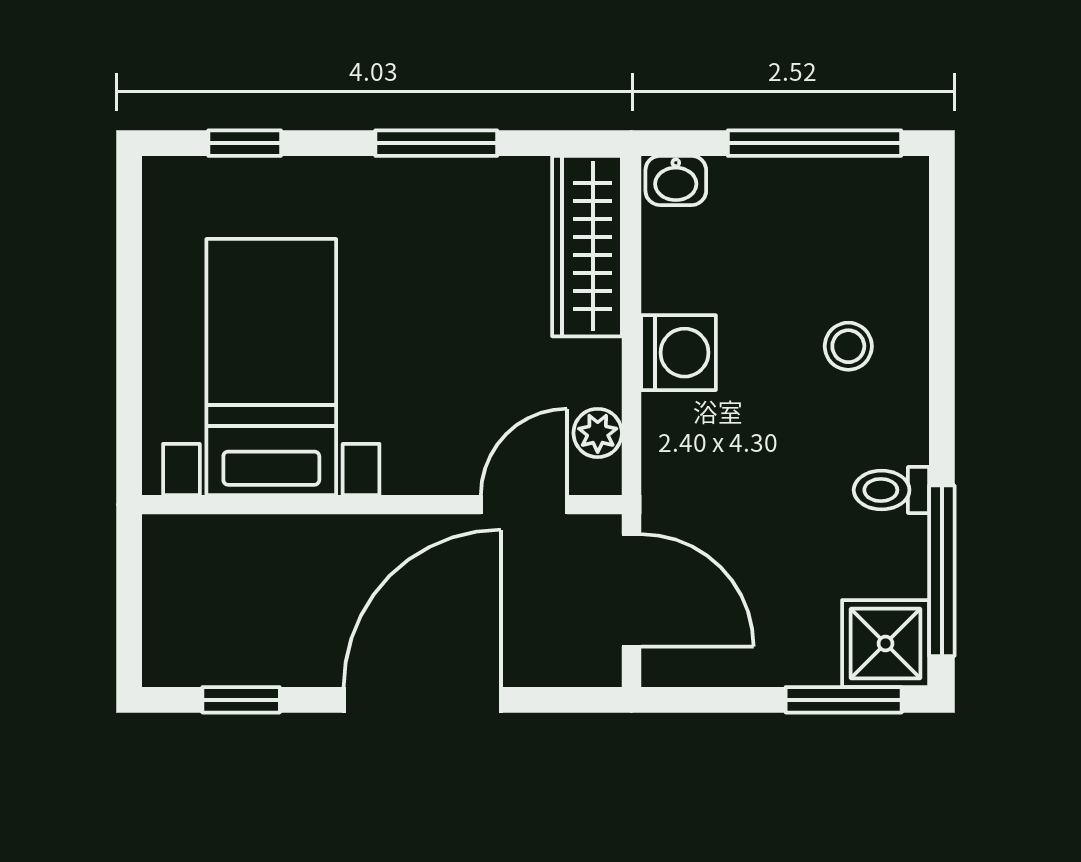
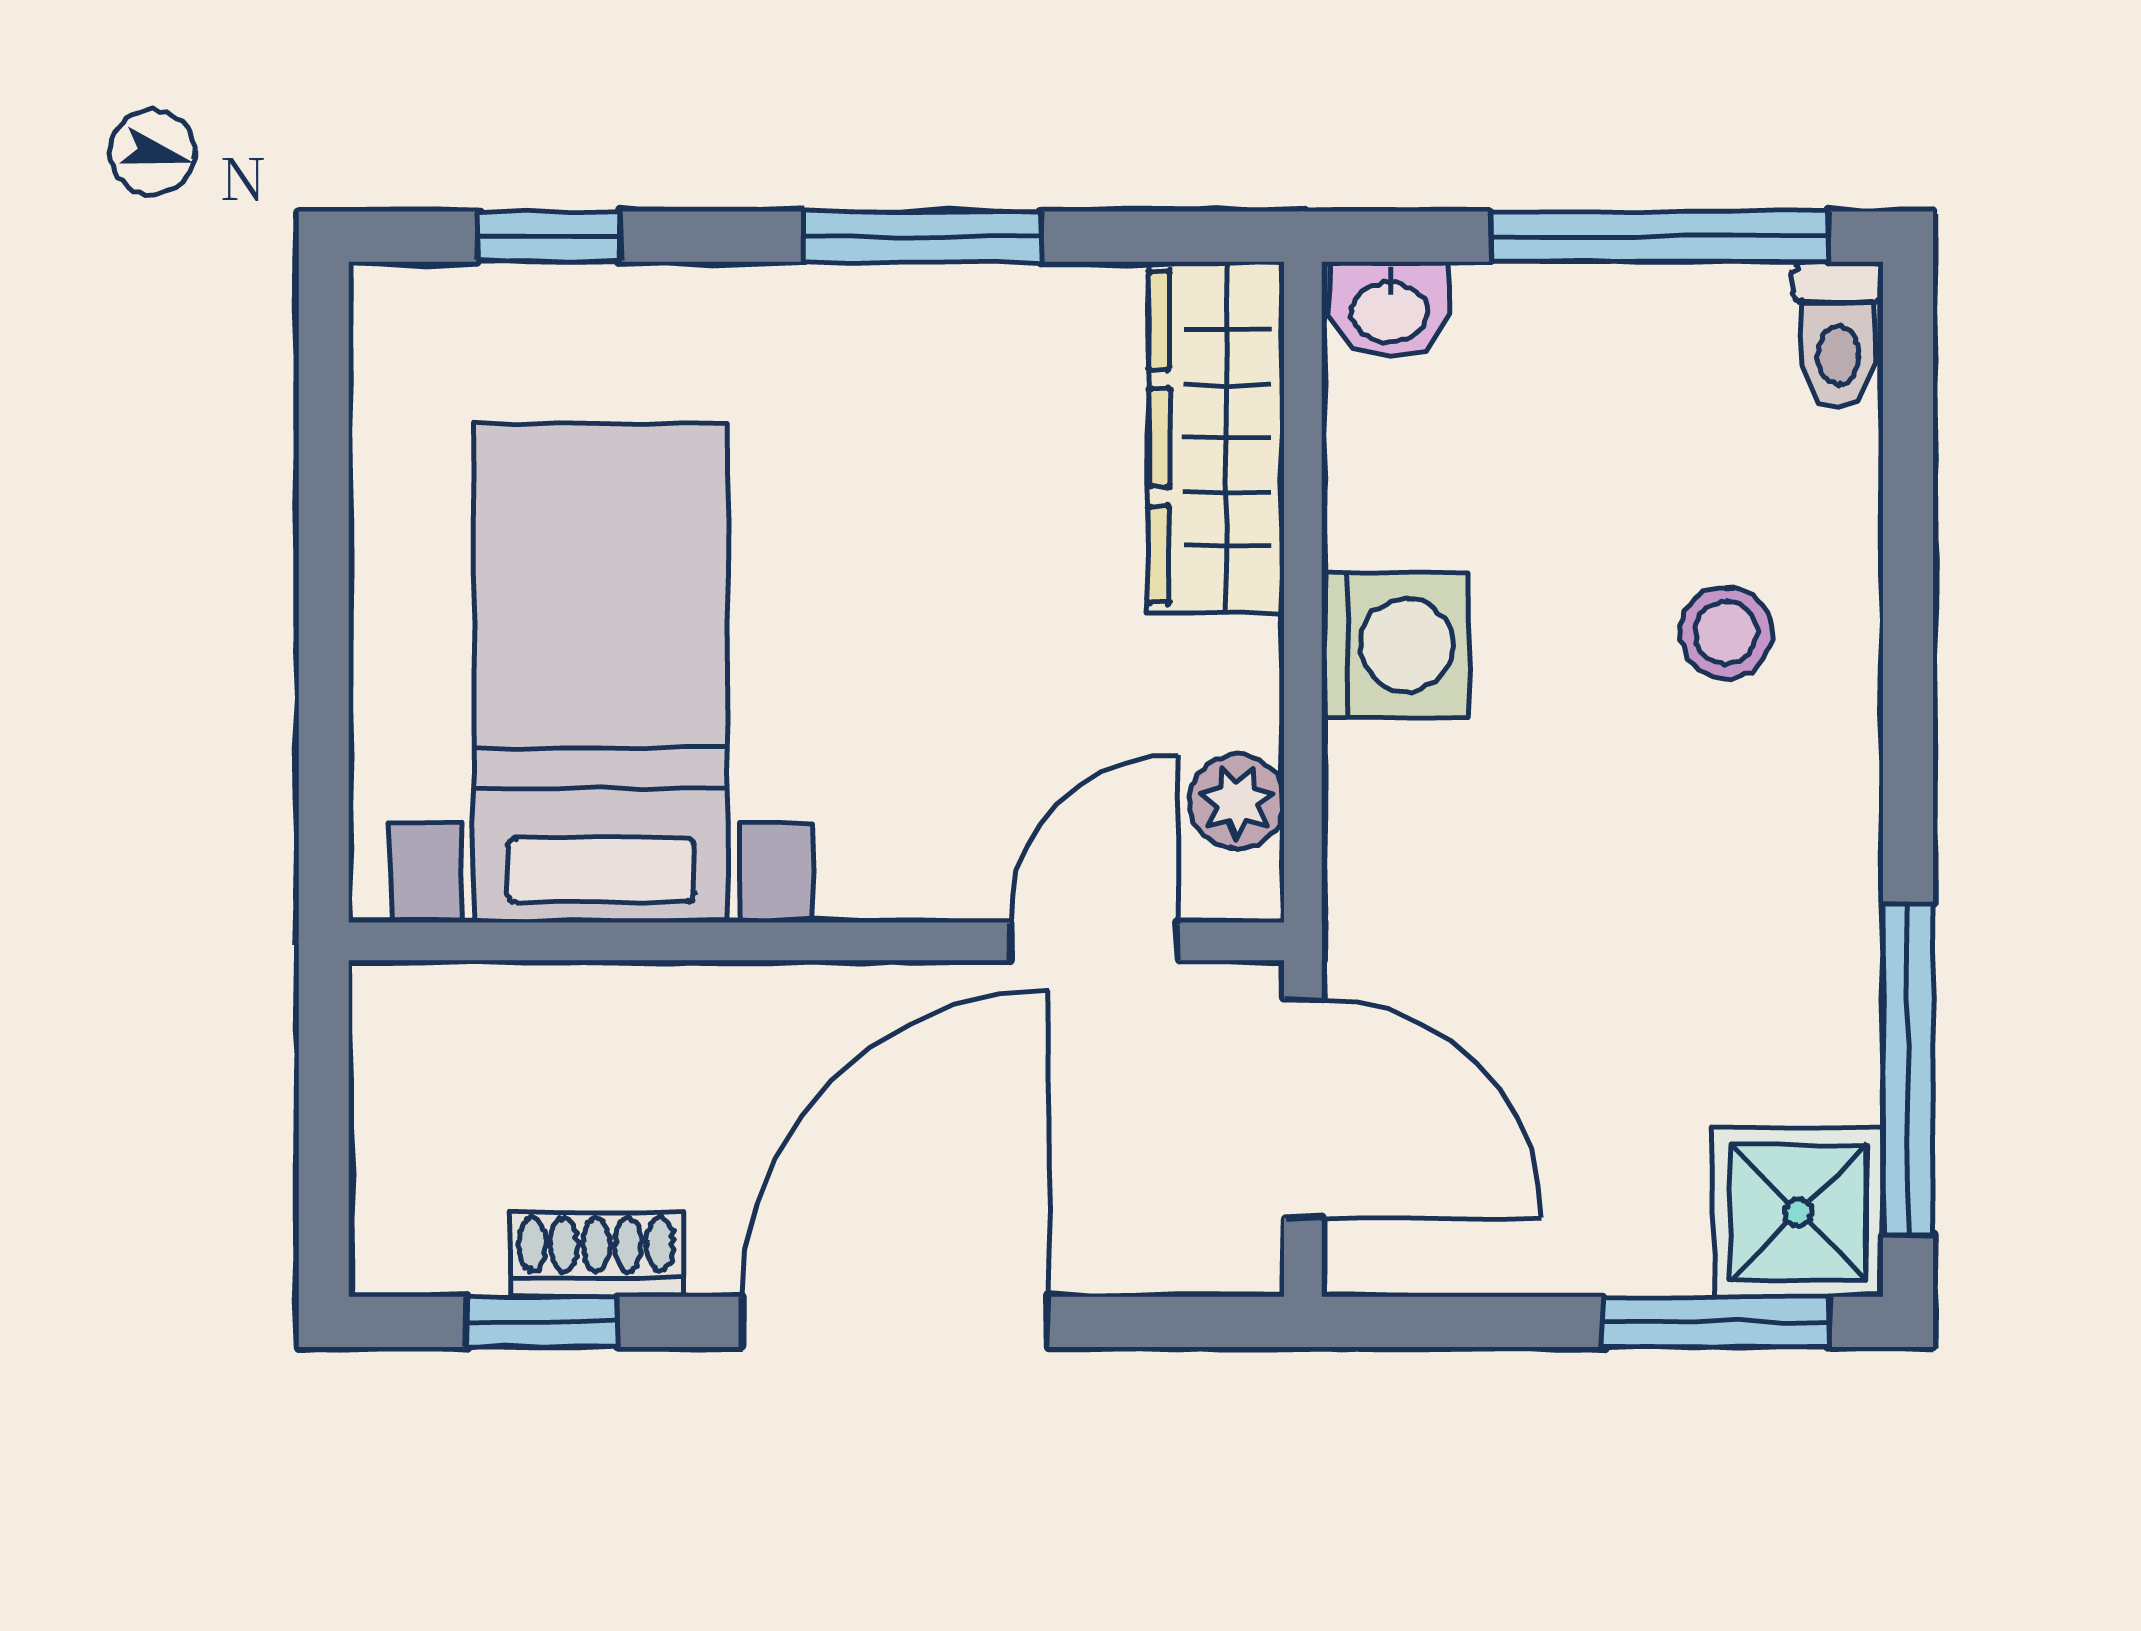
toilet: (891, 490) -> (1838, 335), moved, turned -90
shoe rack: (269, 665) -> (596, 1255), added

